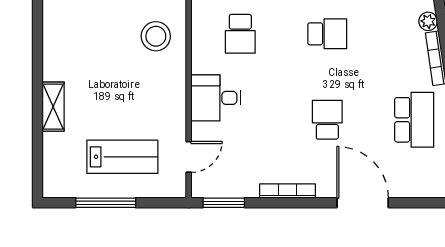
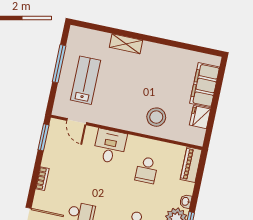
school desk: (240, 34) -> (147, 170), turned -90
lab bench: (122, 157) -> (86, 80), turned 180
bookcase: (287, 191) -> (42, 179), width x0.64

